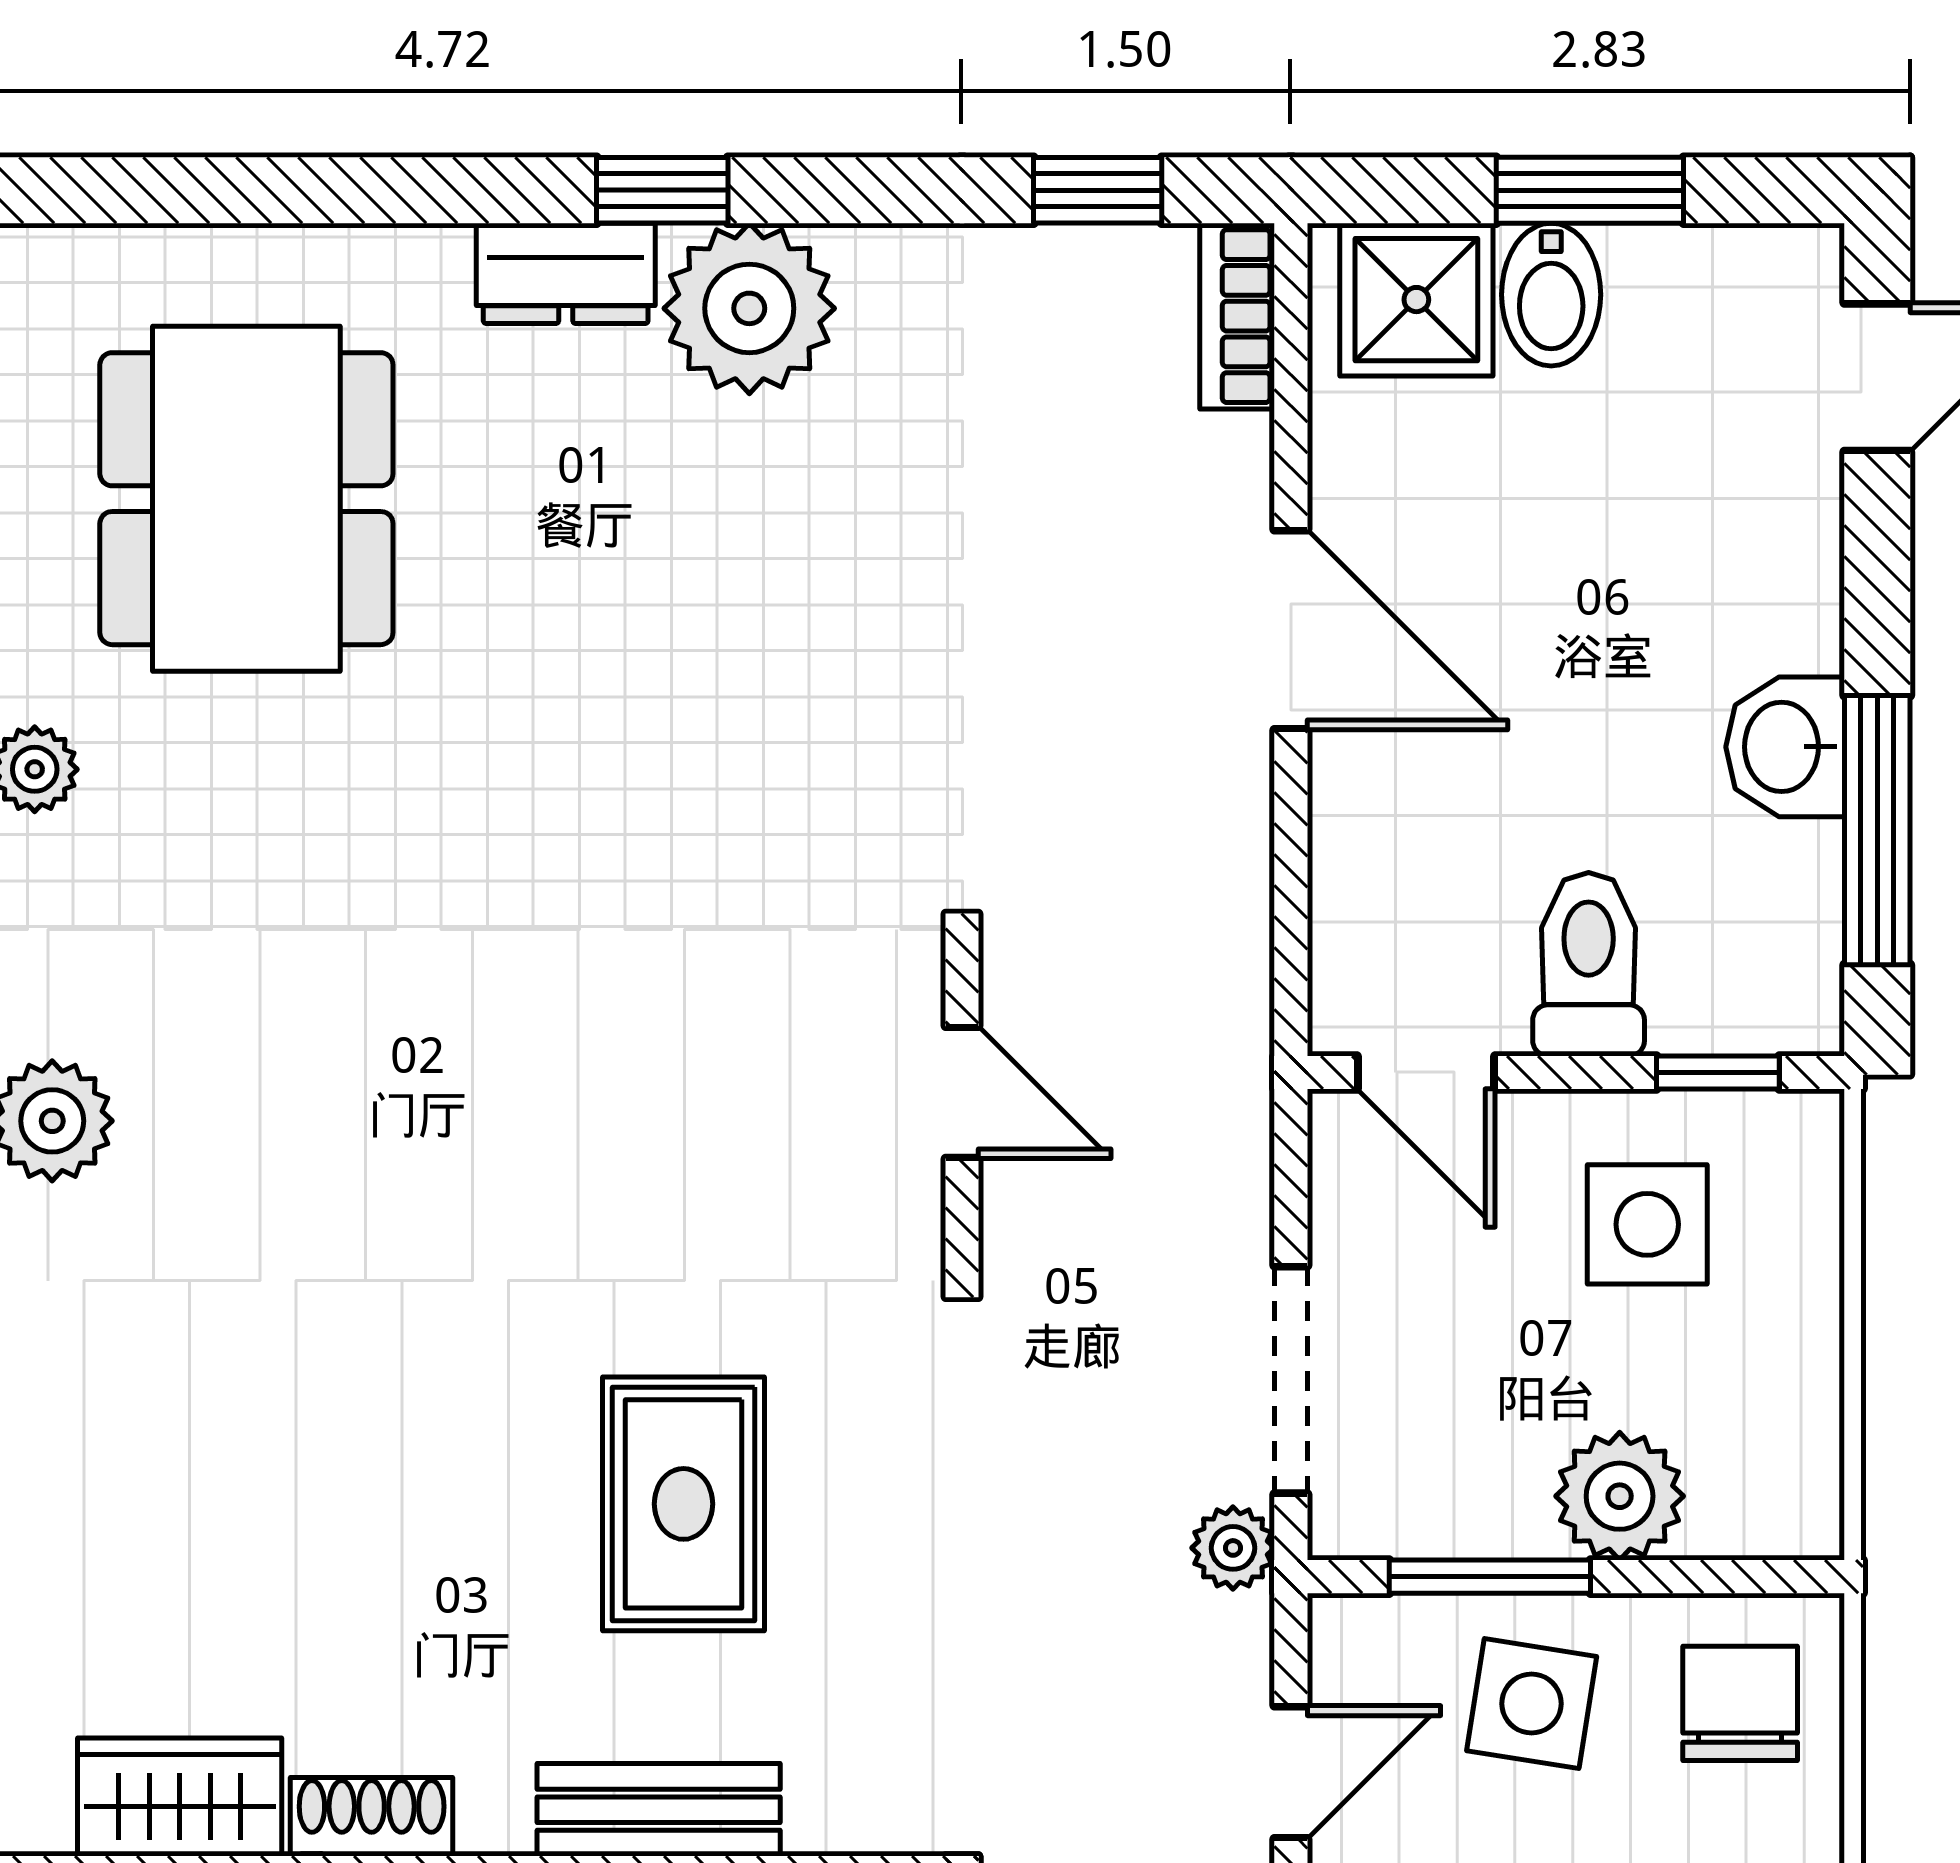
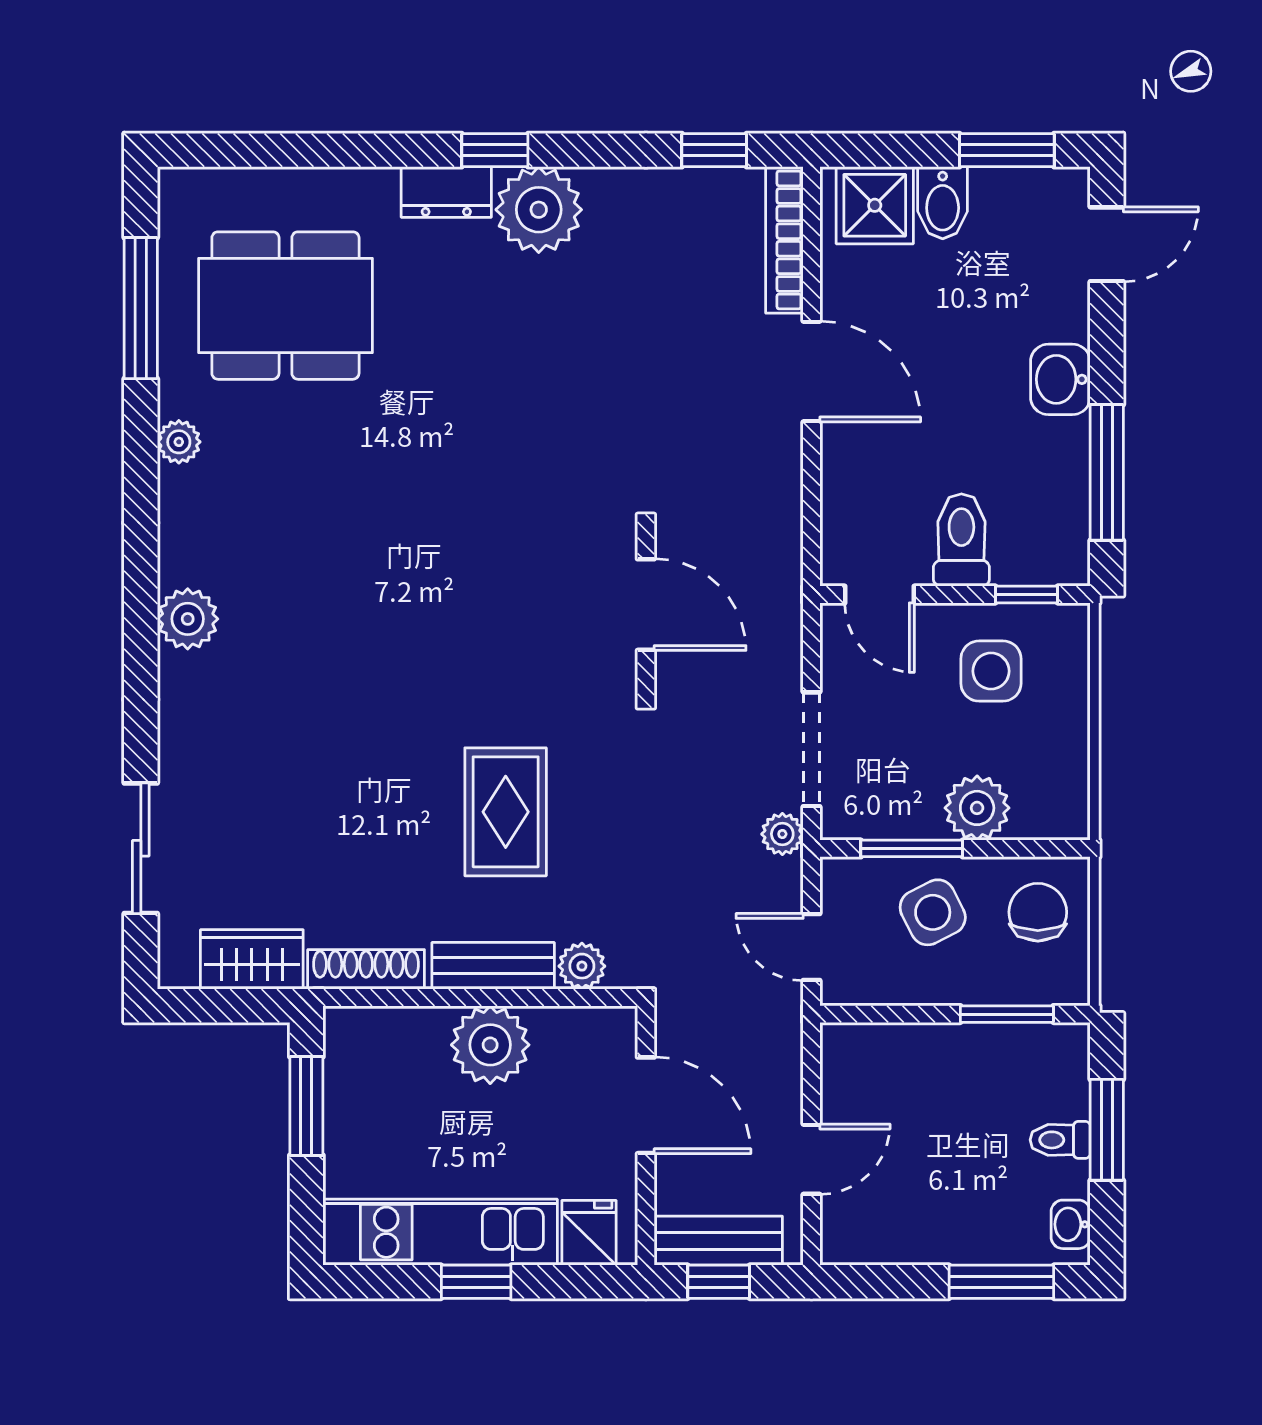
window: (1590, 190) -> (1007, 150), moved
bookcase: (1237, 316) -> (784, 240), width x1.56
dining table: (246, 499) -> (285, 306), turned 90
washbasin: (1785, 747) -> (1060, 379), moved
door: (962, 1092) -> (646, 605), width x1.38
side table: (1532, 1704) -> (933, 912), turned -36
door: (1291, 1772) -> (811, 947), swing flipped
plant: (835, 1810) -> (582, 966), added
shoe rack: (372, 1817) -> (366, 969), width x1.43

